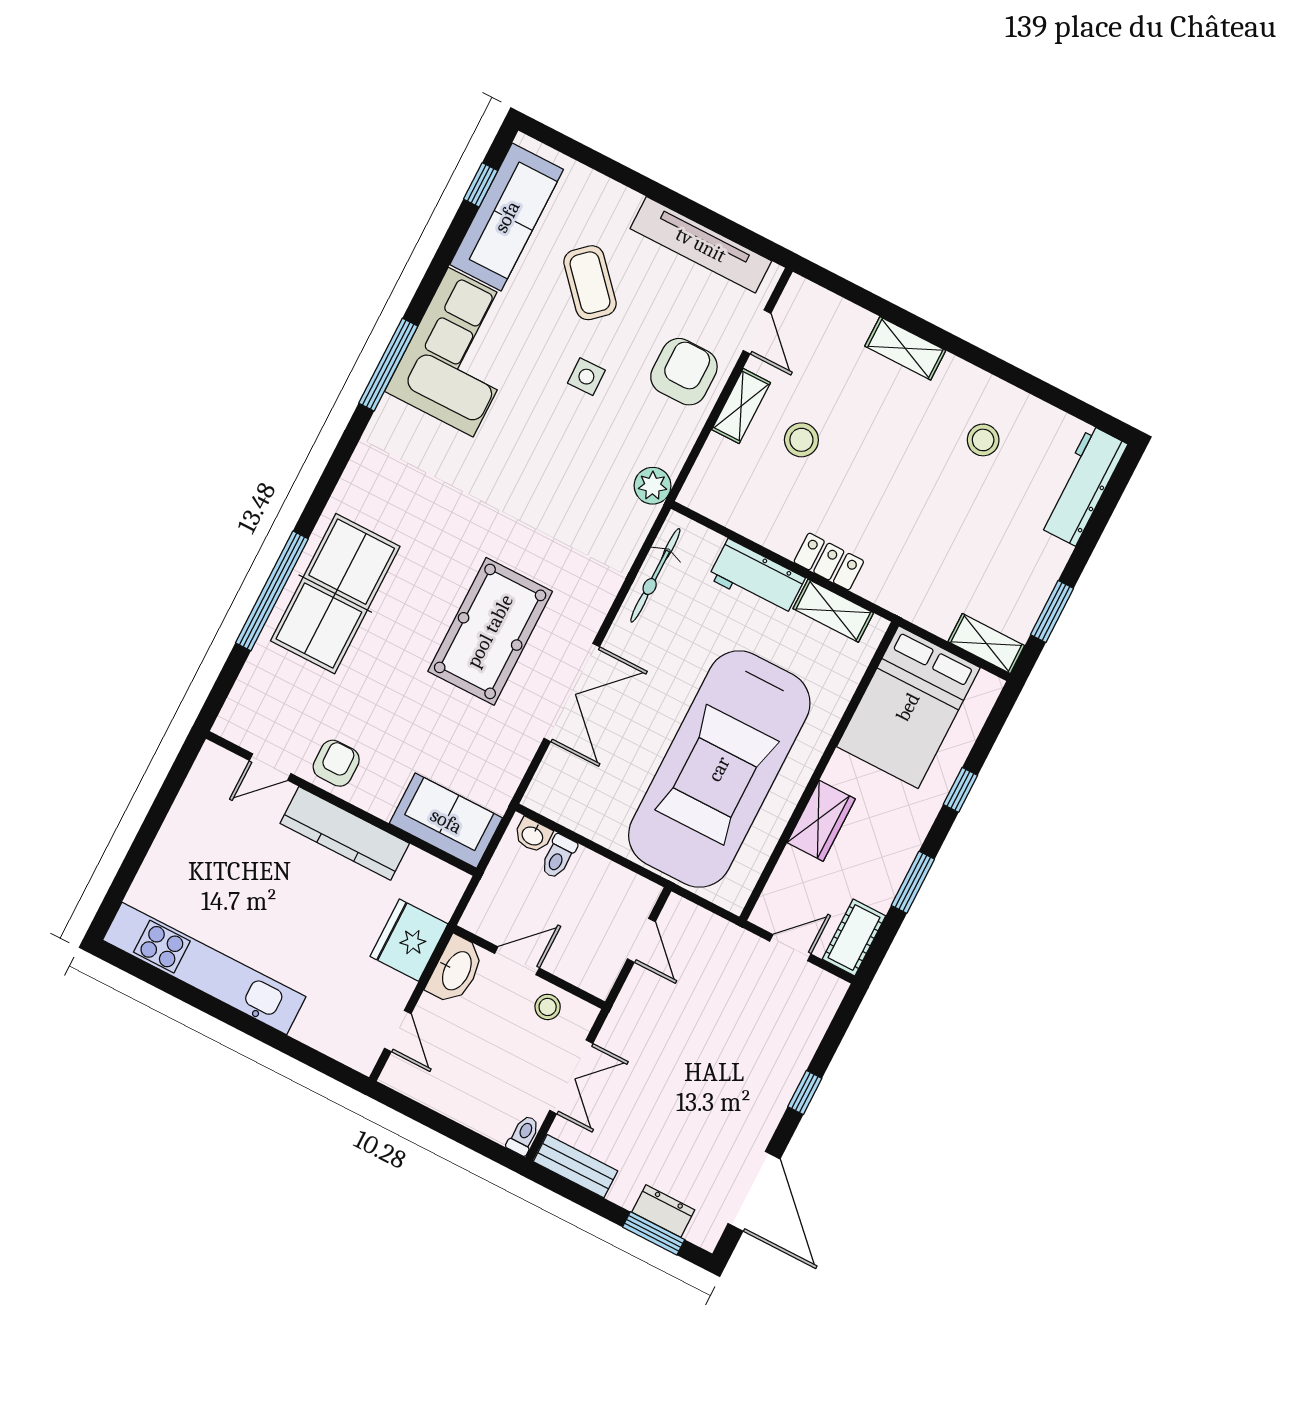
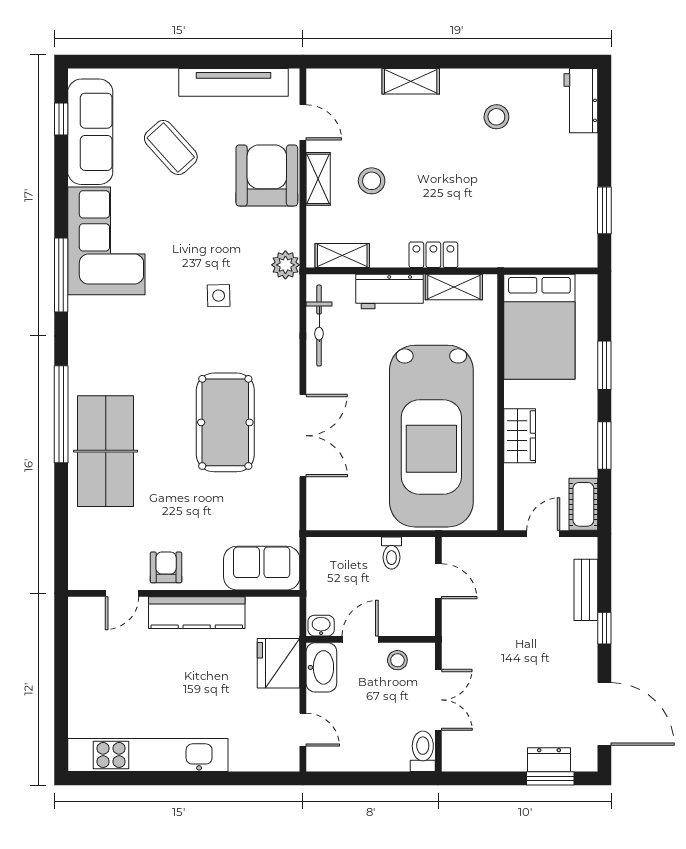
armchair: (684, 372) -> (267, 175), width x1.36, depth x1.36
side table: (586, 377) -> (219, 296), moved
workbench: (1083, 485) -> (581, 101), width x0.73
window: (272, 591) -> (61, 414), moved
shelving: (986, 644) -> (342, 256), moved
window: (960, 790) -> (604, 365), width x1.50
washbasin: (533, 835) -> (321, 626), moved, turned 180
toilet: (558, 857) -> (391, 553), moved
toilet: (523, 1135) -> (423, 751), width x1.37, depth x1.39
bench: (575, 1166) -> (586, 590), moved, turned 90

